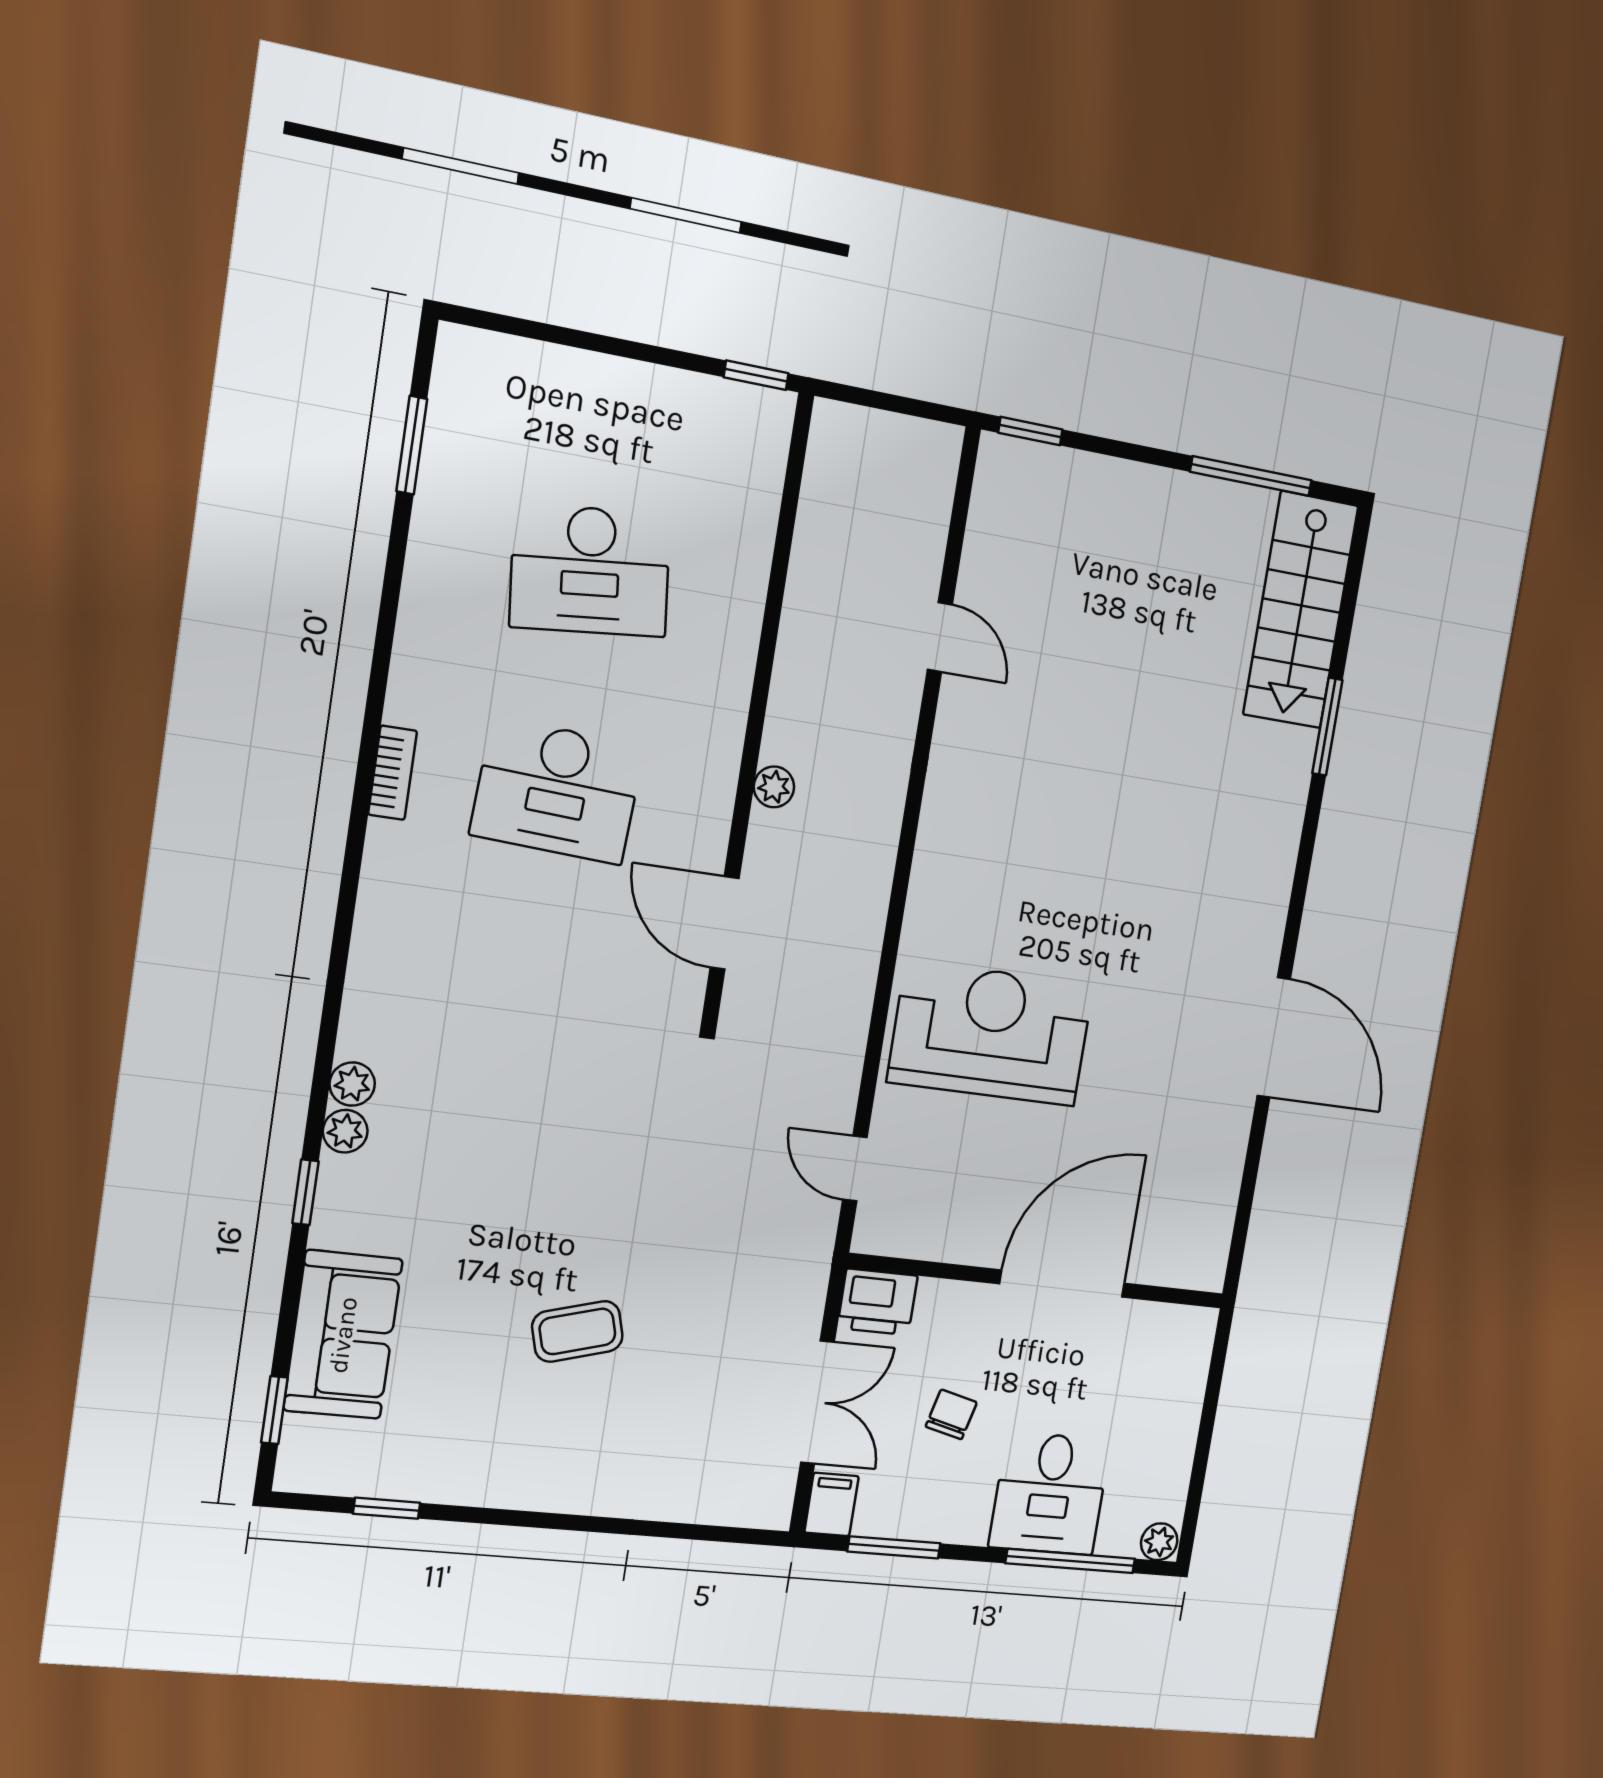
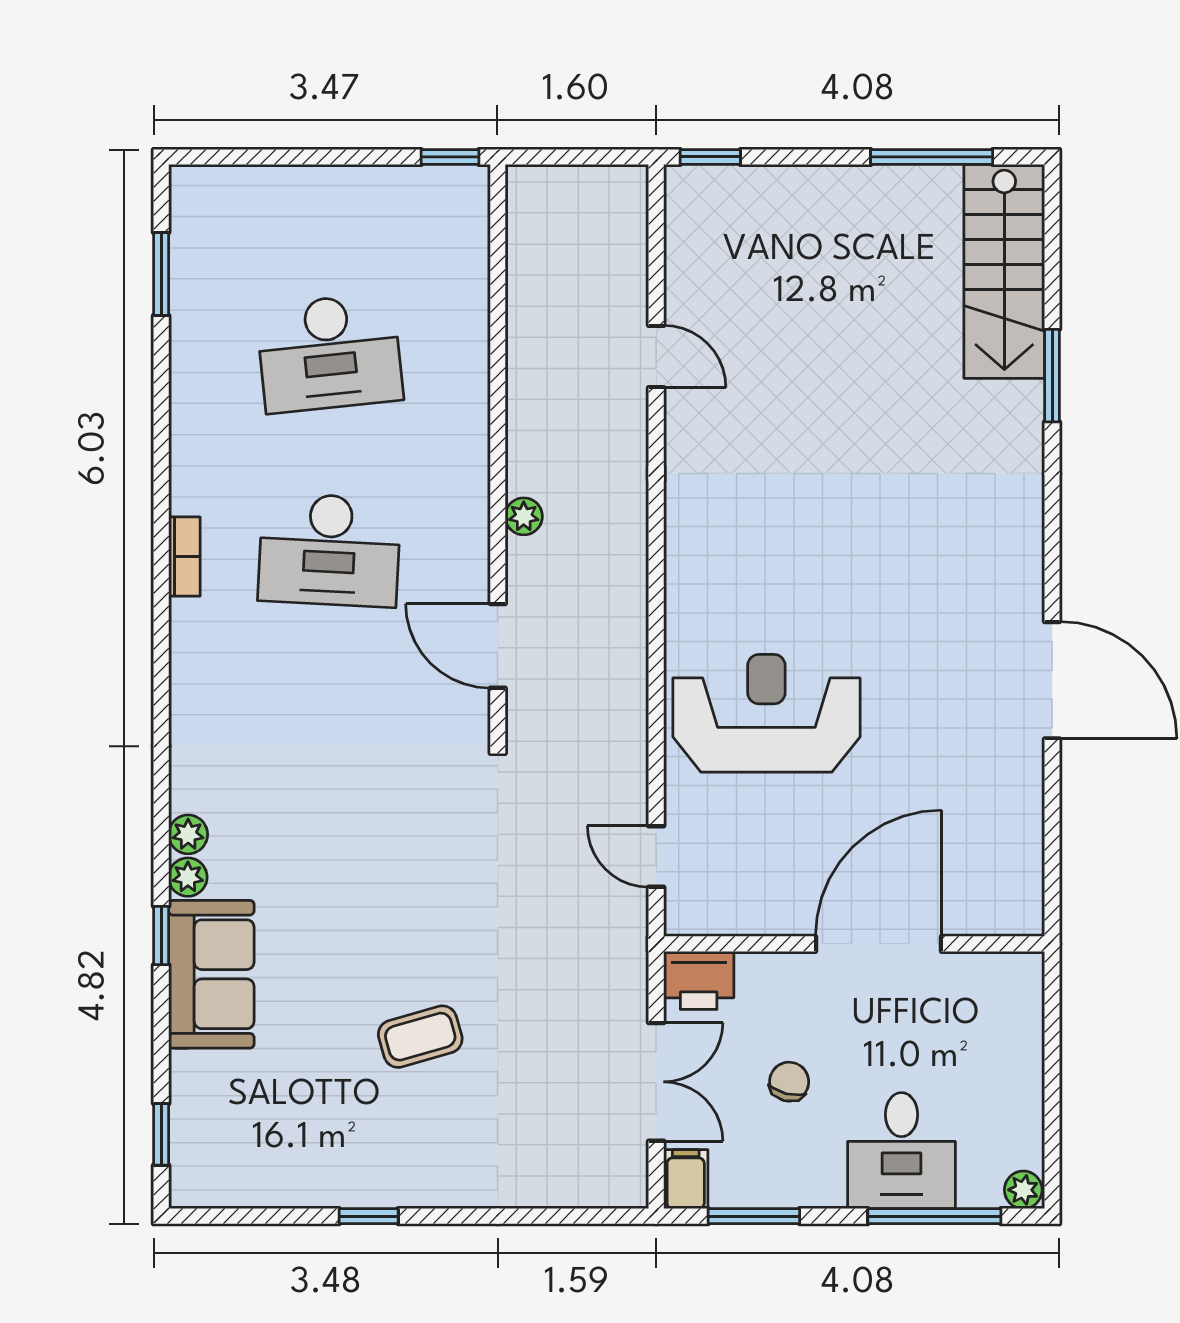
sofa: (343, 1335) -> (211, 974), moved
window: (387, 1508) -> (369, 1216), moved

